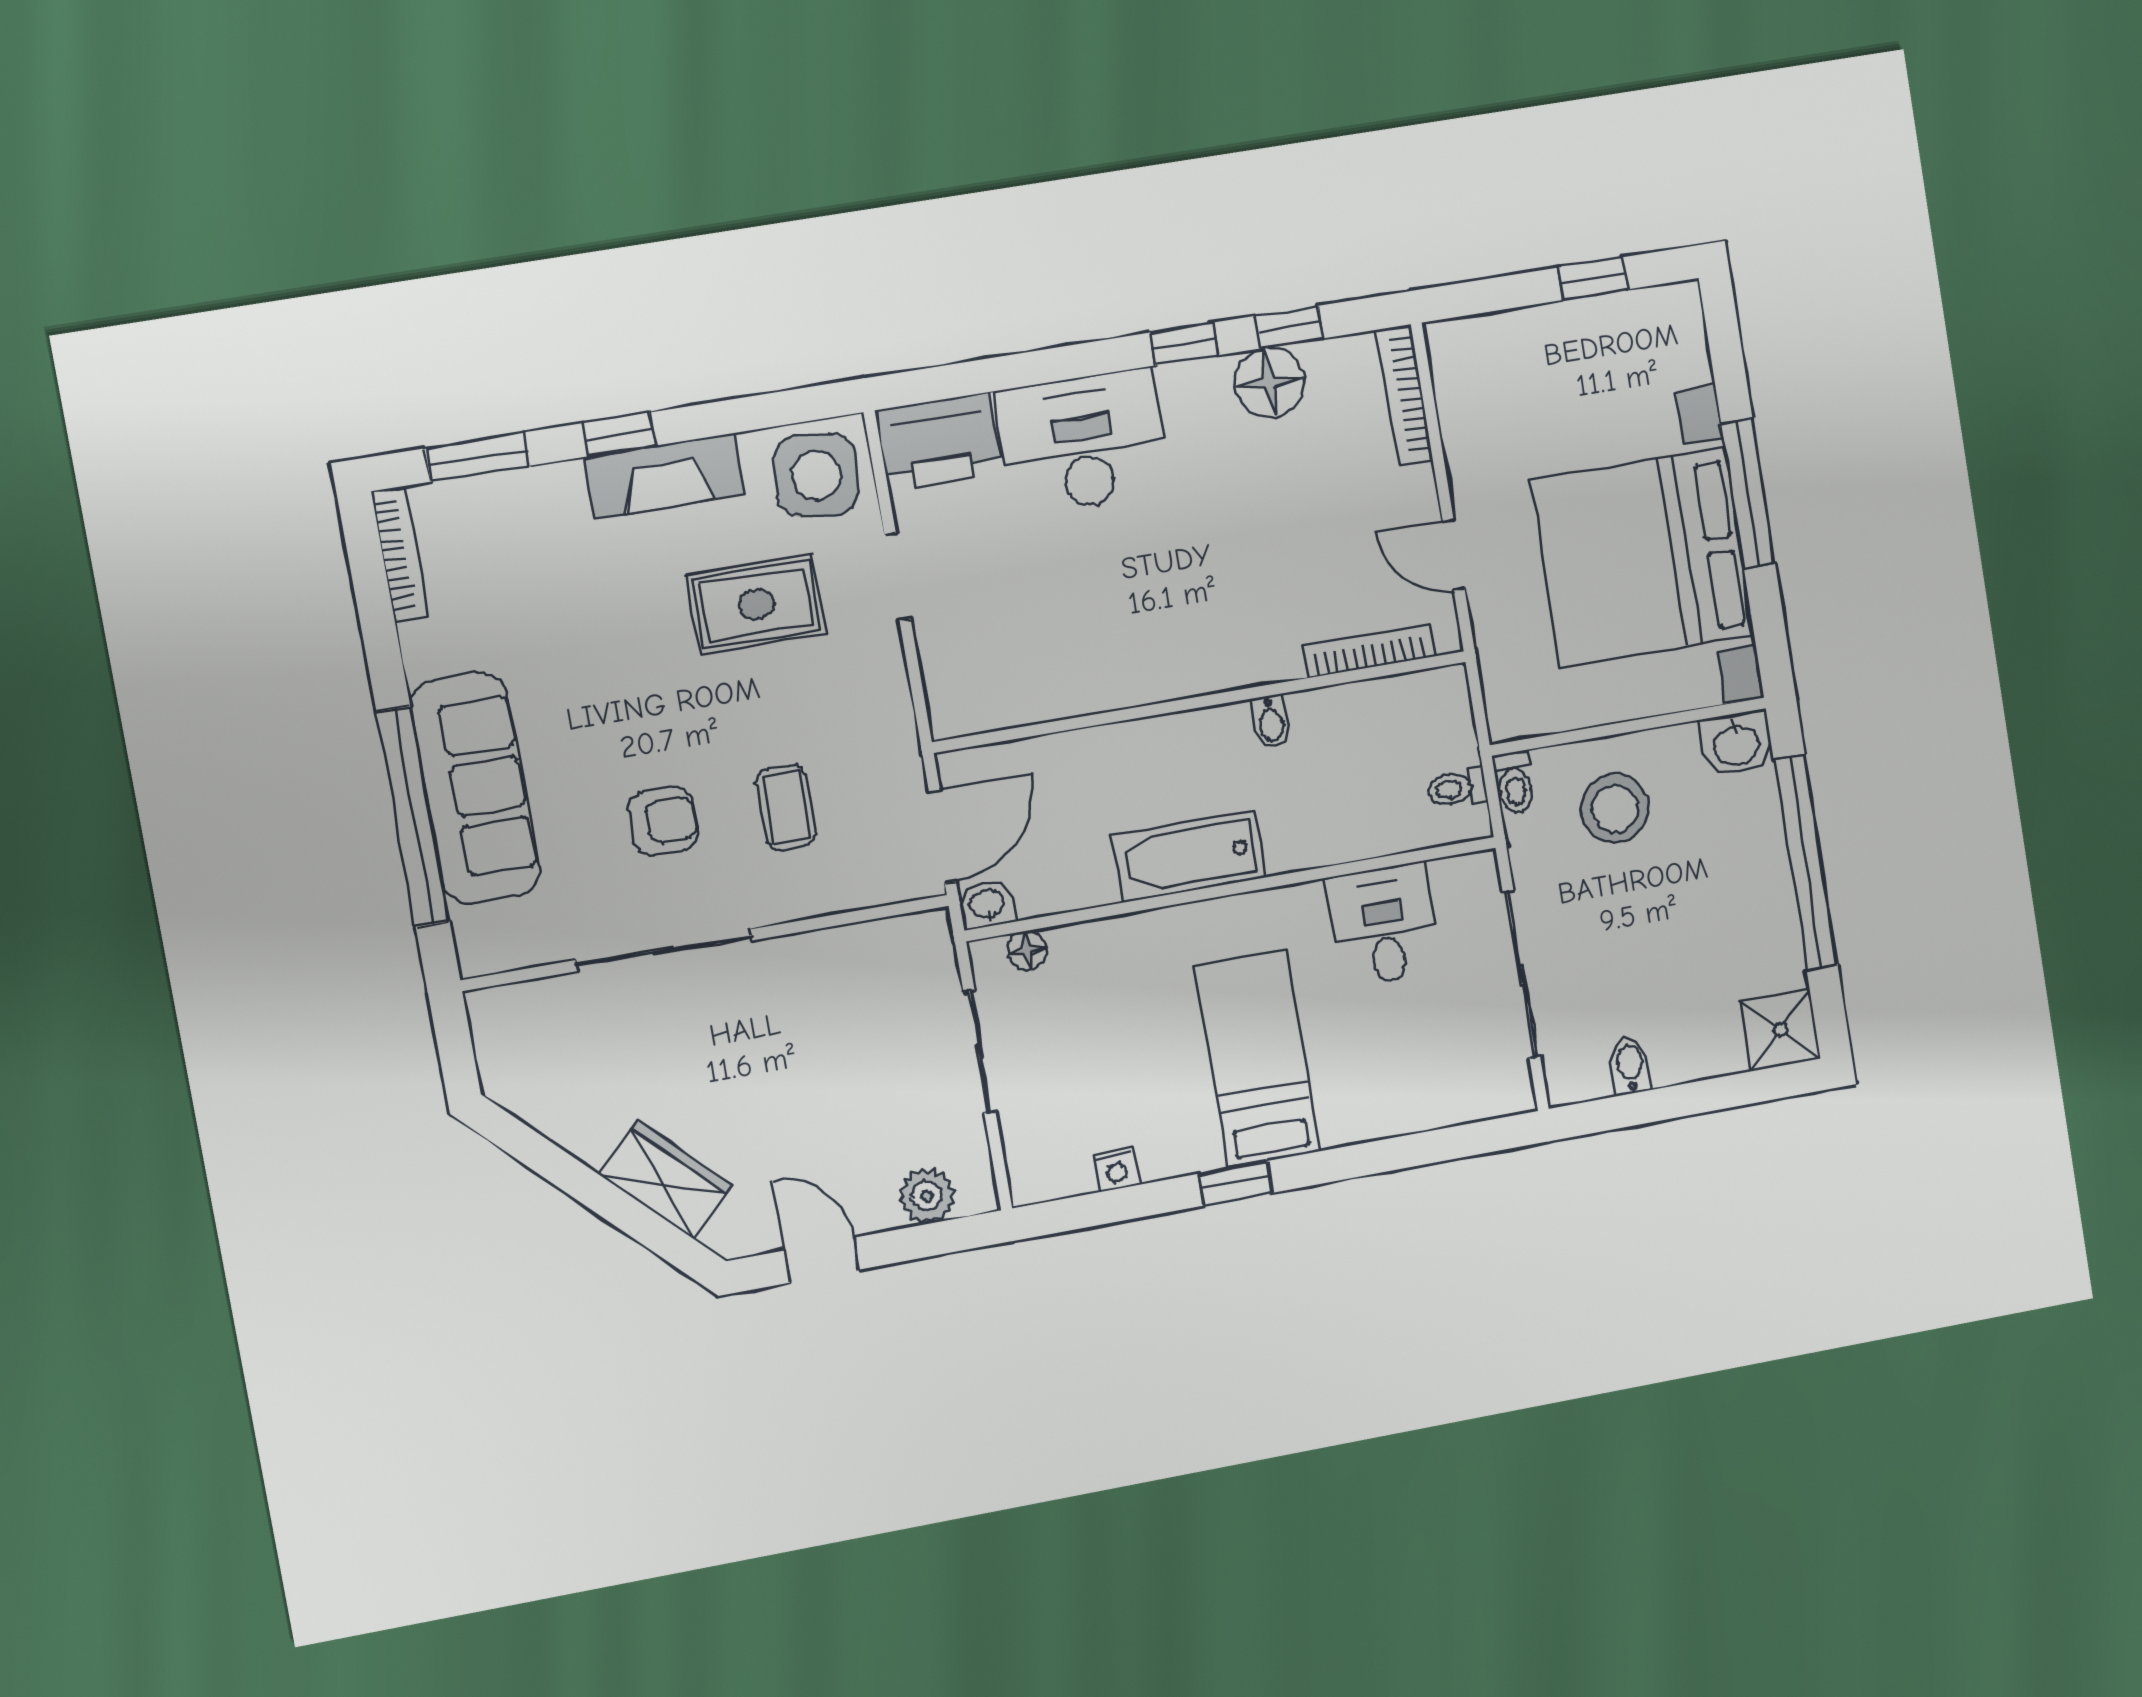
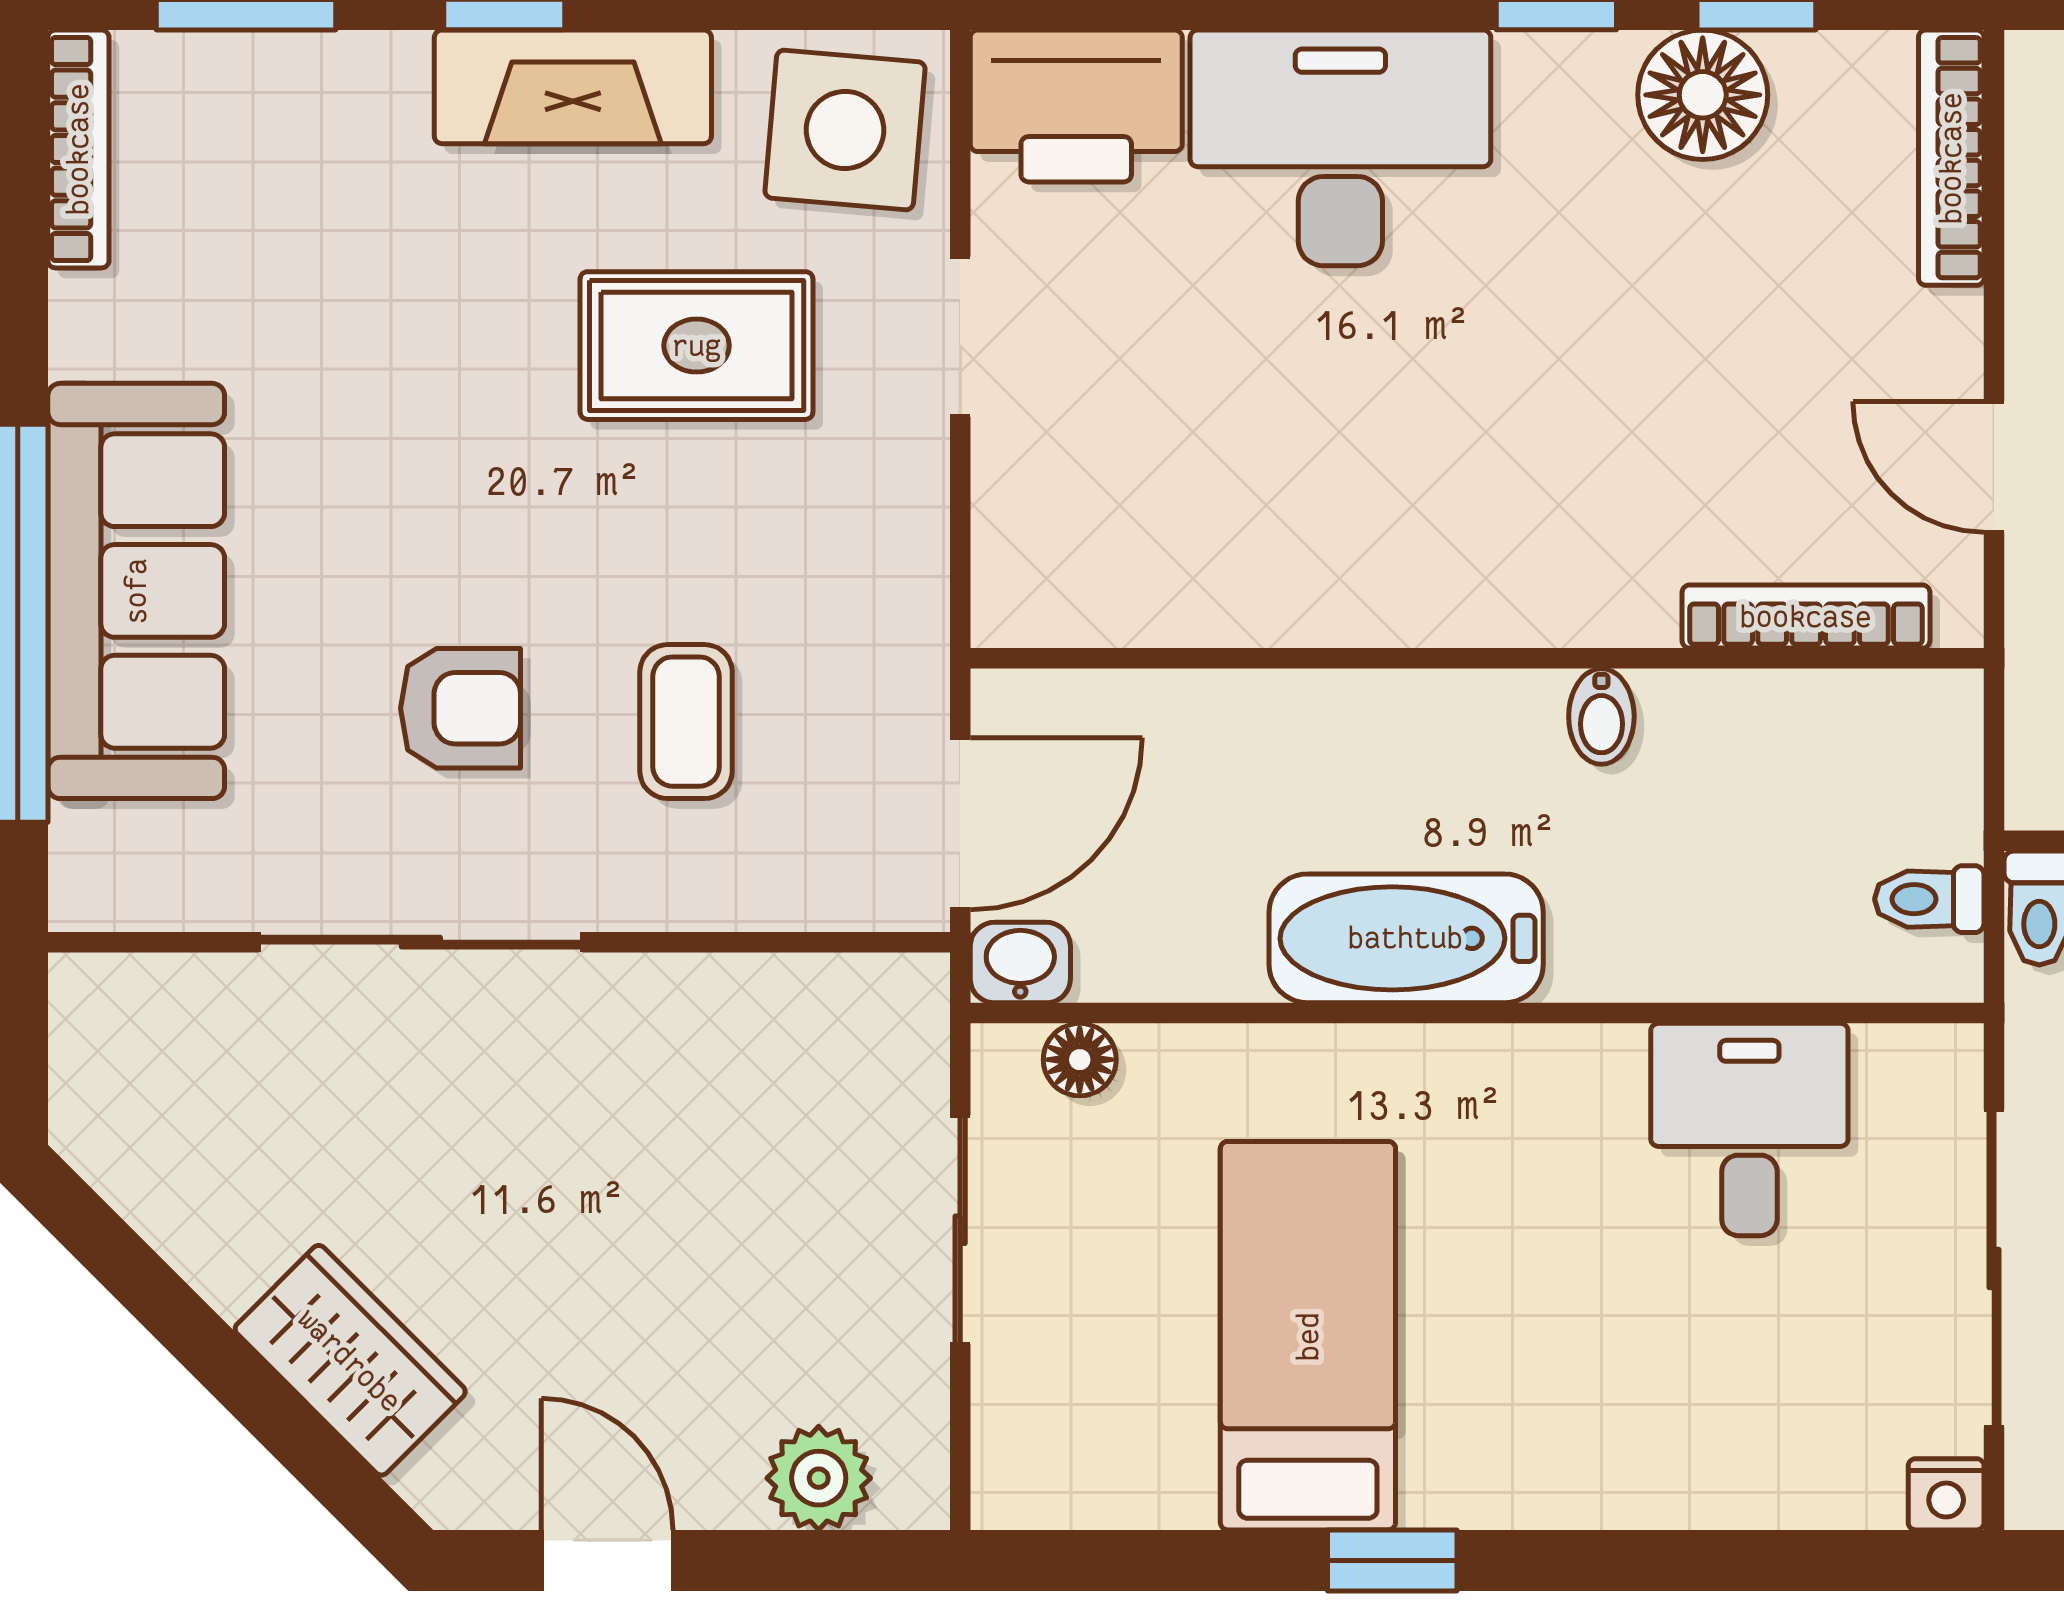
bed: (1258, 1058) -> (1308, 1336), moved
nightstand: (1116, 1170) -> (1946, 1494), moved

